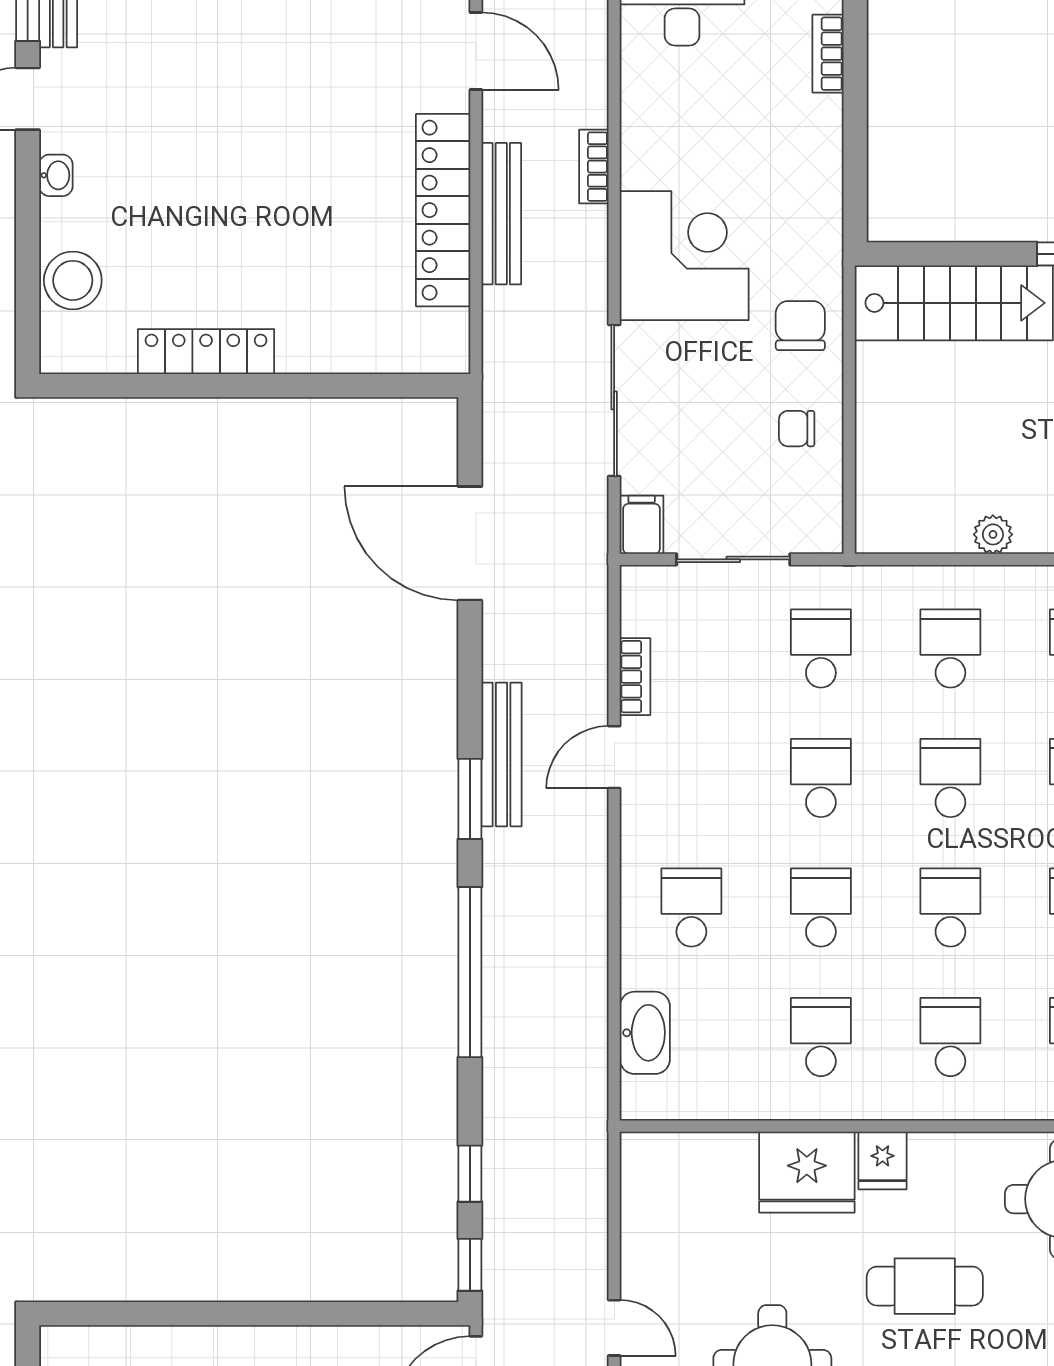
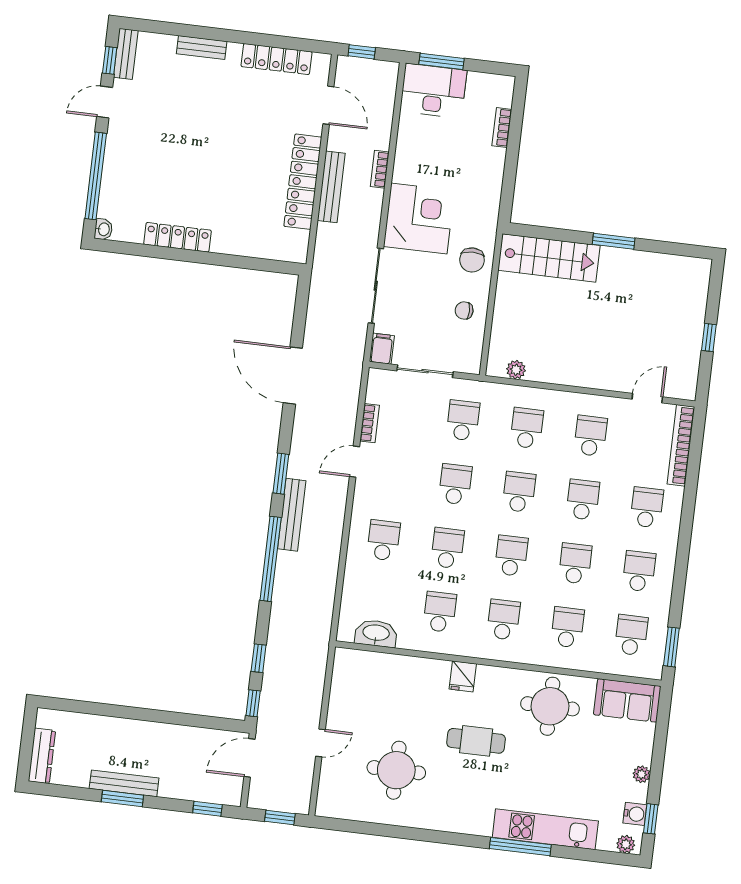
washbasin: (56, 175) -> (103, 229), moved
window: (28, 249) -> (96, 176), added
stool: (73, 280) -> (116, 194), removed
chair: (800, 326) -> (472, 260), turned 180
plant: (993, 534) -> (516, 370), moved
door: (470, 543) -> (293, 376), moved
bench: (502, 754) -> (292, 515), moved
washbasin: (645, 1033) -> (376, 633), moved, turned -90
fridge: (807, 1172) -> (425, 678), removed
door: (614, 1328) -> (320, 743), hinge flipped

